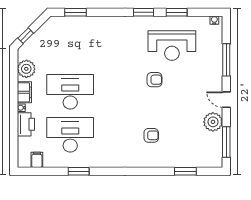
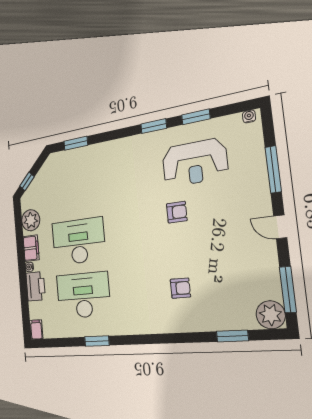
plant: (213, 122) -> (271, 315), moved
filing cabinet: (37, 160) -> (36, 329), moved

